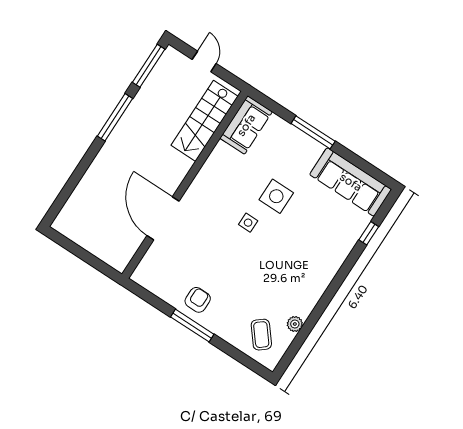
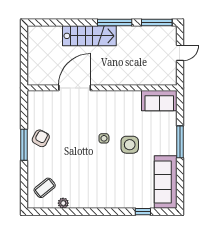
stairs: (205, 121) -> (89, 36), moved, turned 180
armchair: (198, 300) -> (41, 138), turned -62

